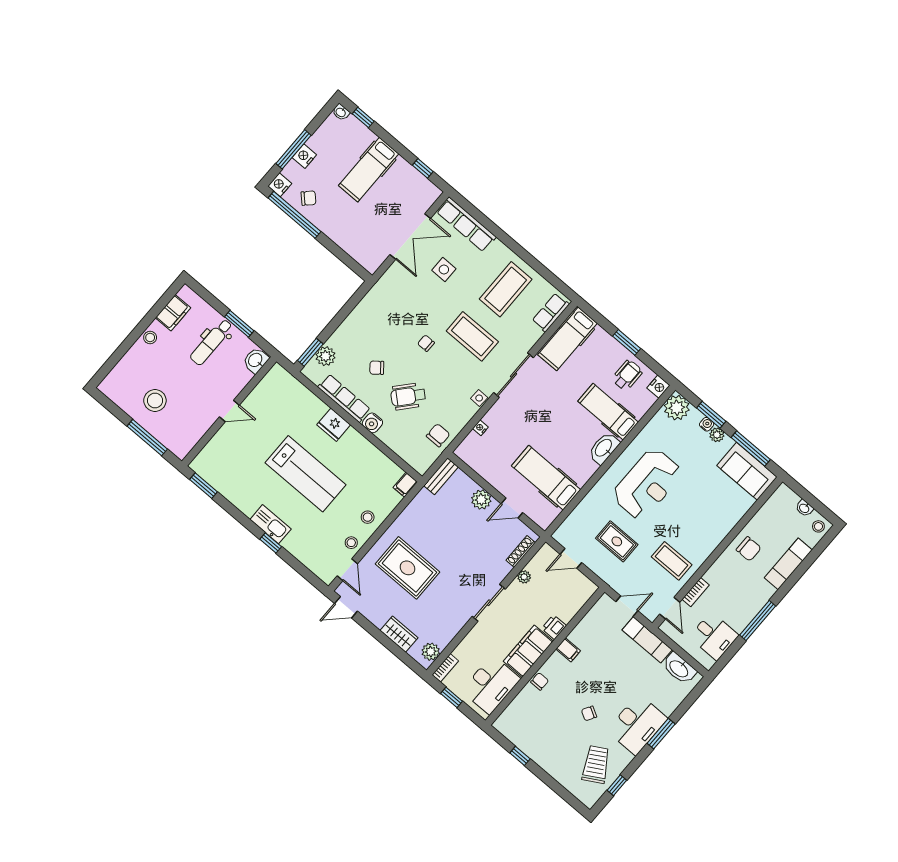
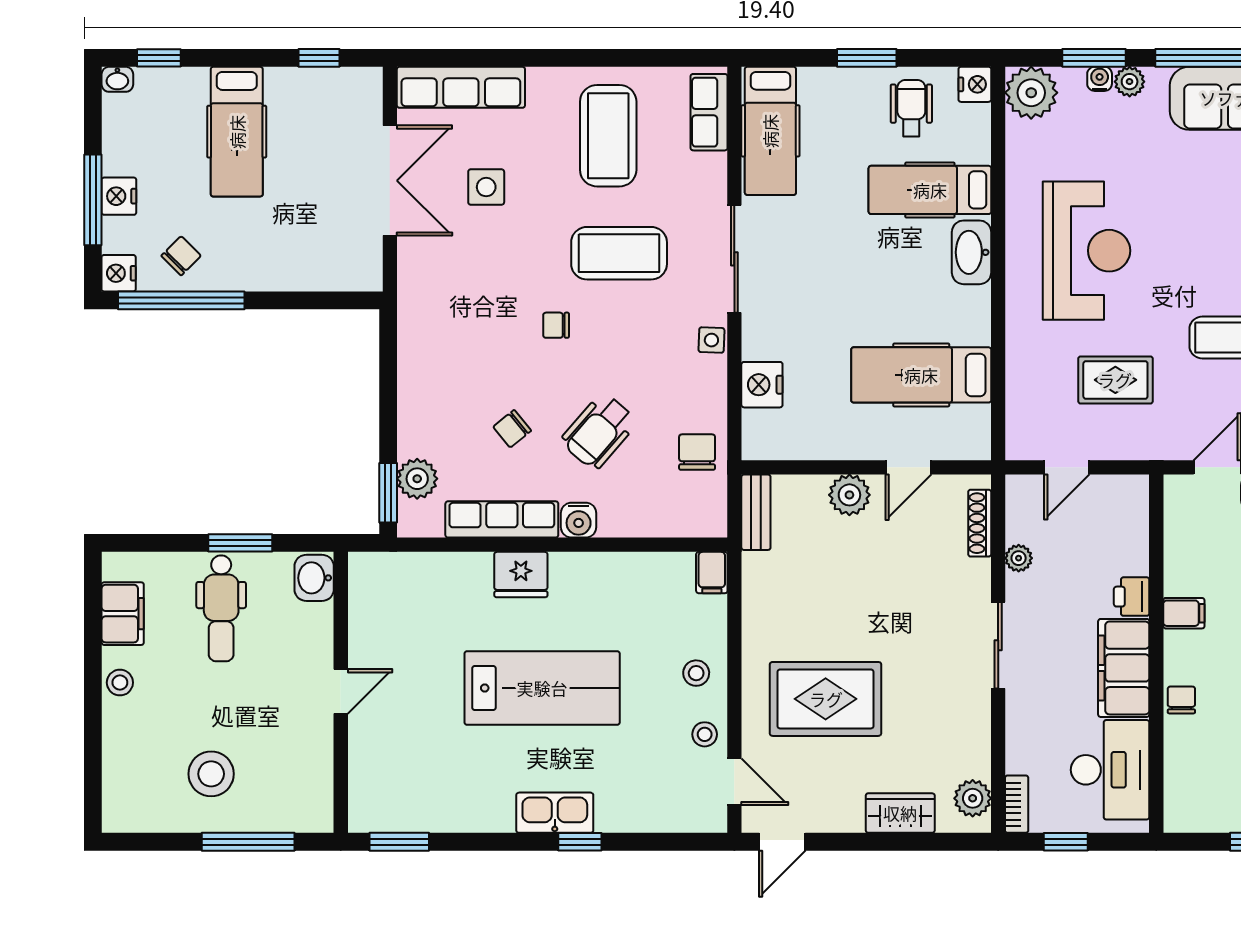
nightstand: (480, 428) -> (762, 385), width x1.89, depth x1.79

